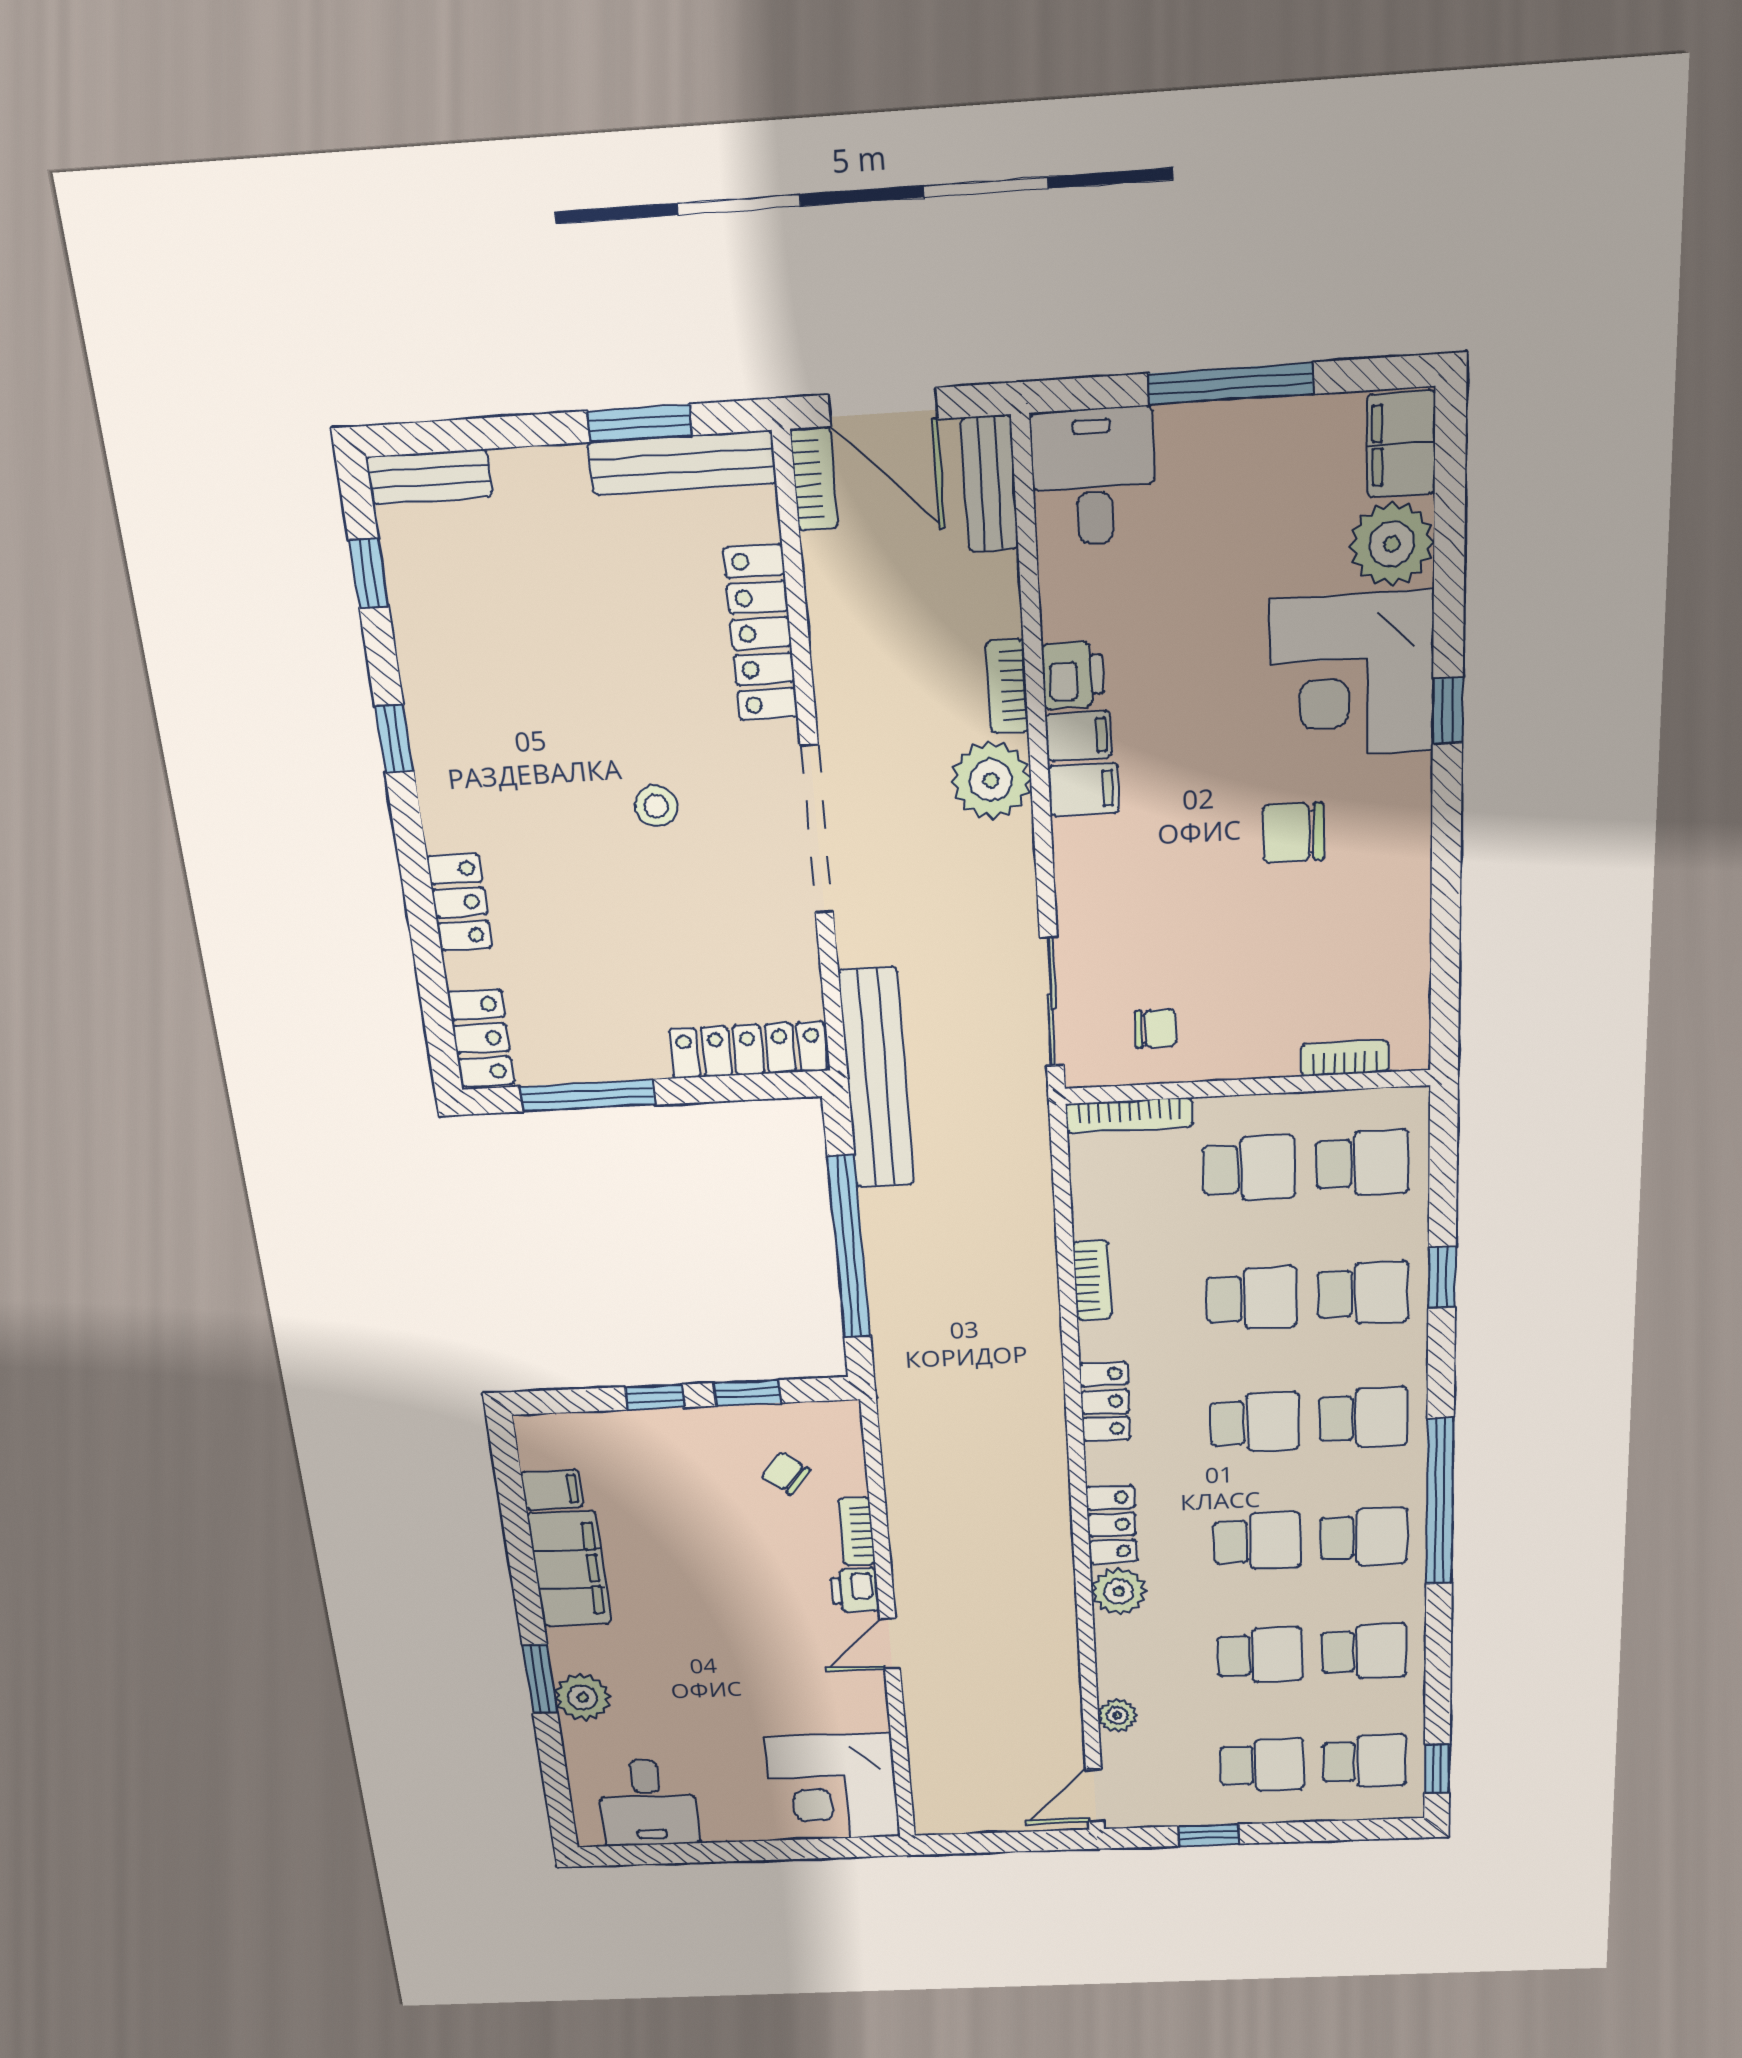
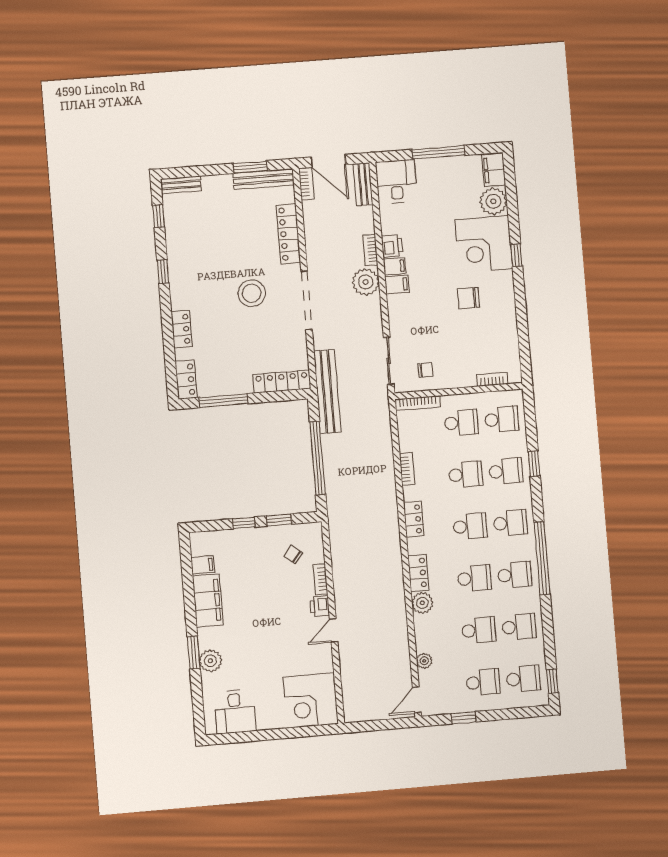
stool: (656, 806) -> (252, 293), width x1.89, depth x1.89

